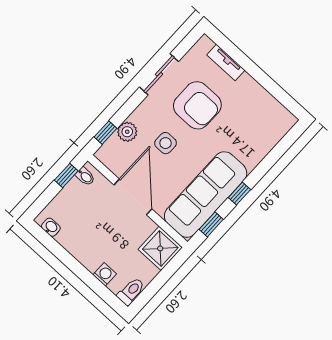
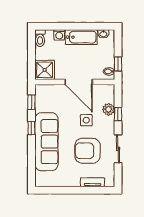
window: (106, 133) -> (118, 114), moved
sofa: (206, 195) -> (46, 142), moved
bathtub: (81, 248) -> (81, 37), added

